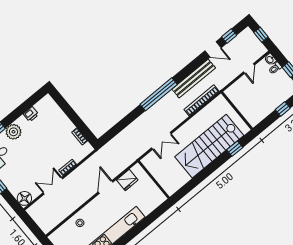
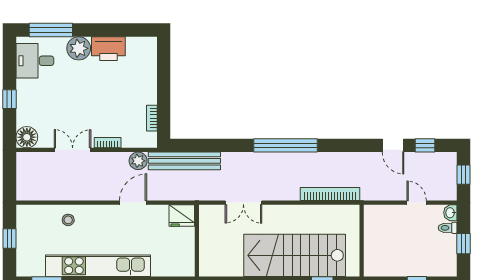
door: (249, 68) -> (417, 203), swing flipped
bench: (194, 79) -> (184, 161), moved
printer: (31, 114) -> (108, 49), width x1.87, depth x1.48
plant: (91, 164) -> (138, 161), added
fridge: (127, 180) -> (182, 216), moved

